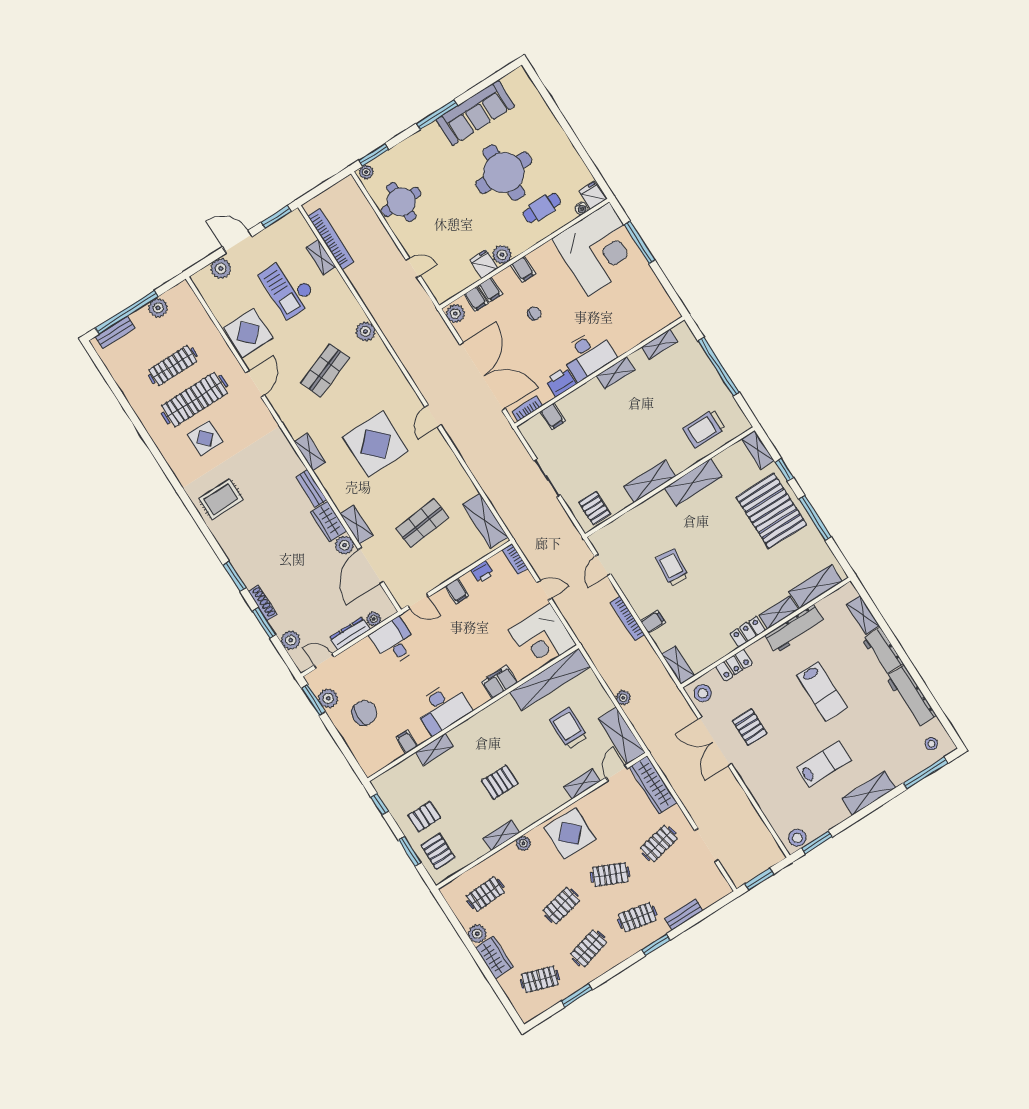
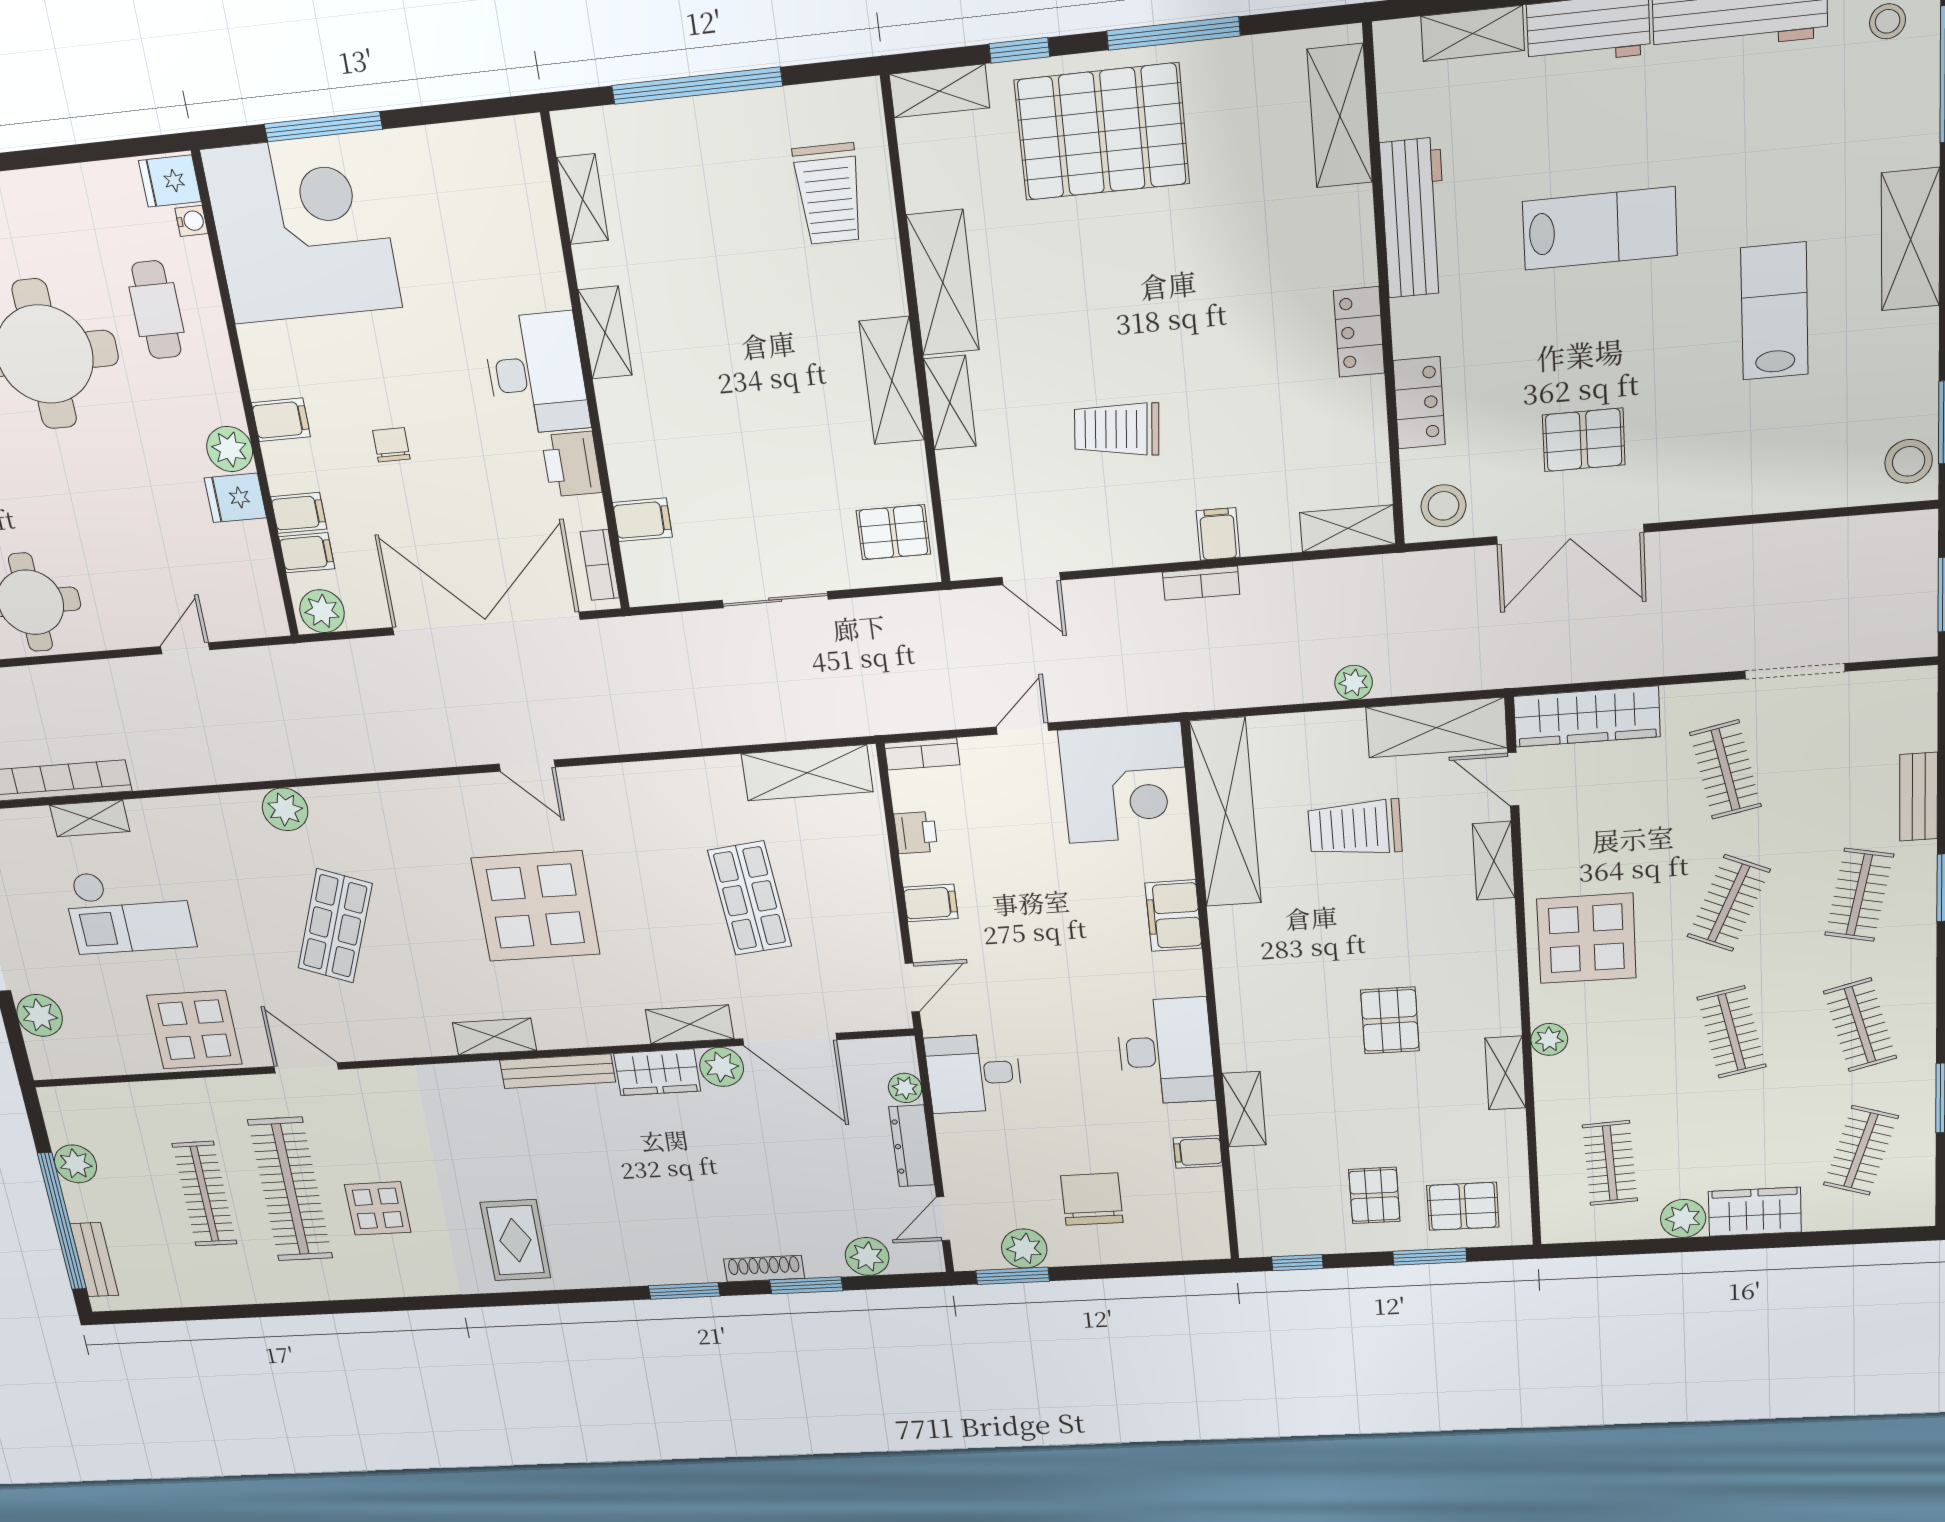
shop shelf: (325, 370) -> (335, 926), turned 42
bench: (311, 488) -> (557, 1071), width x1.36
shelving: (779, 612) -> (950, 403), moved
bookcase: (627, 618) -> (1201, 583), width x0.64

